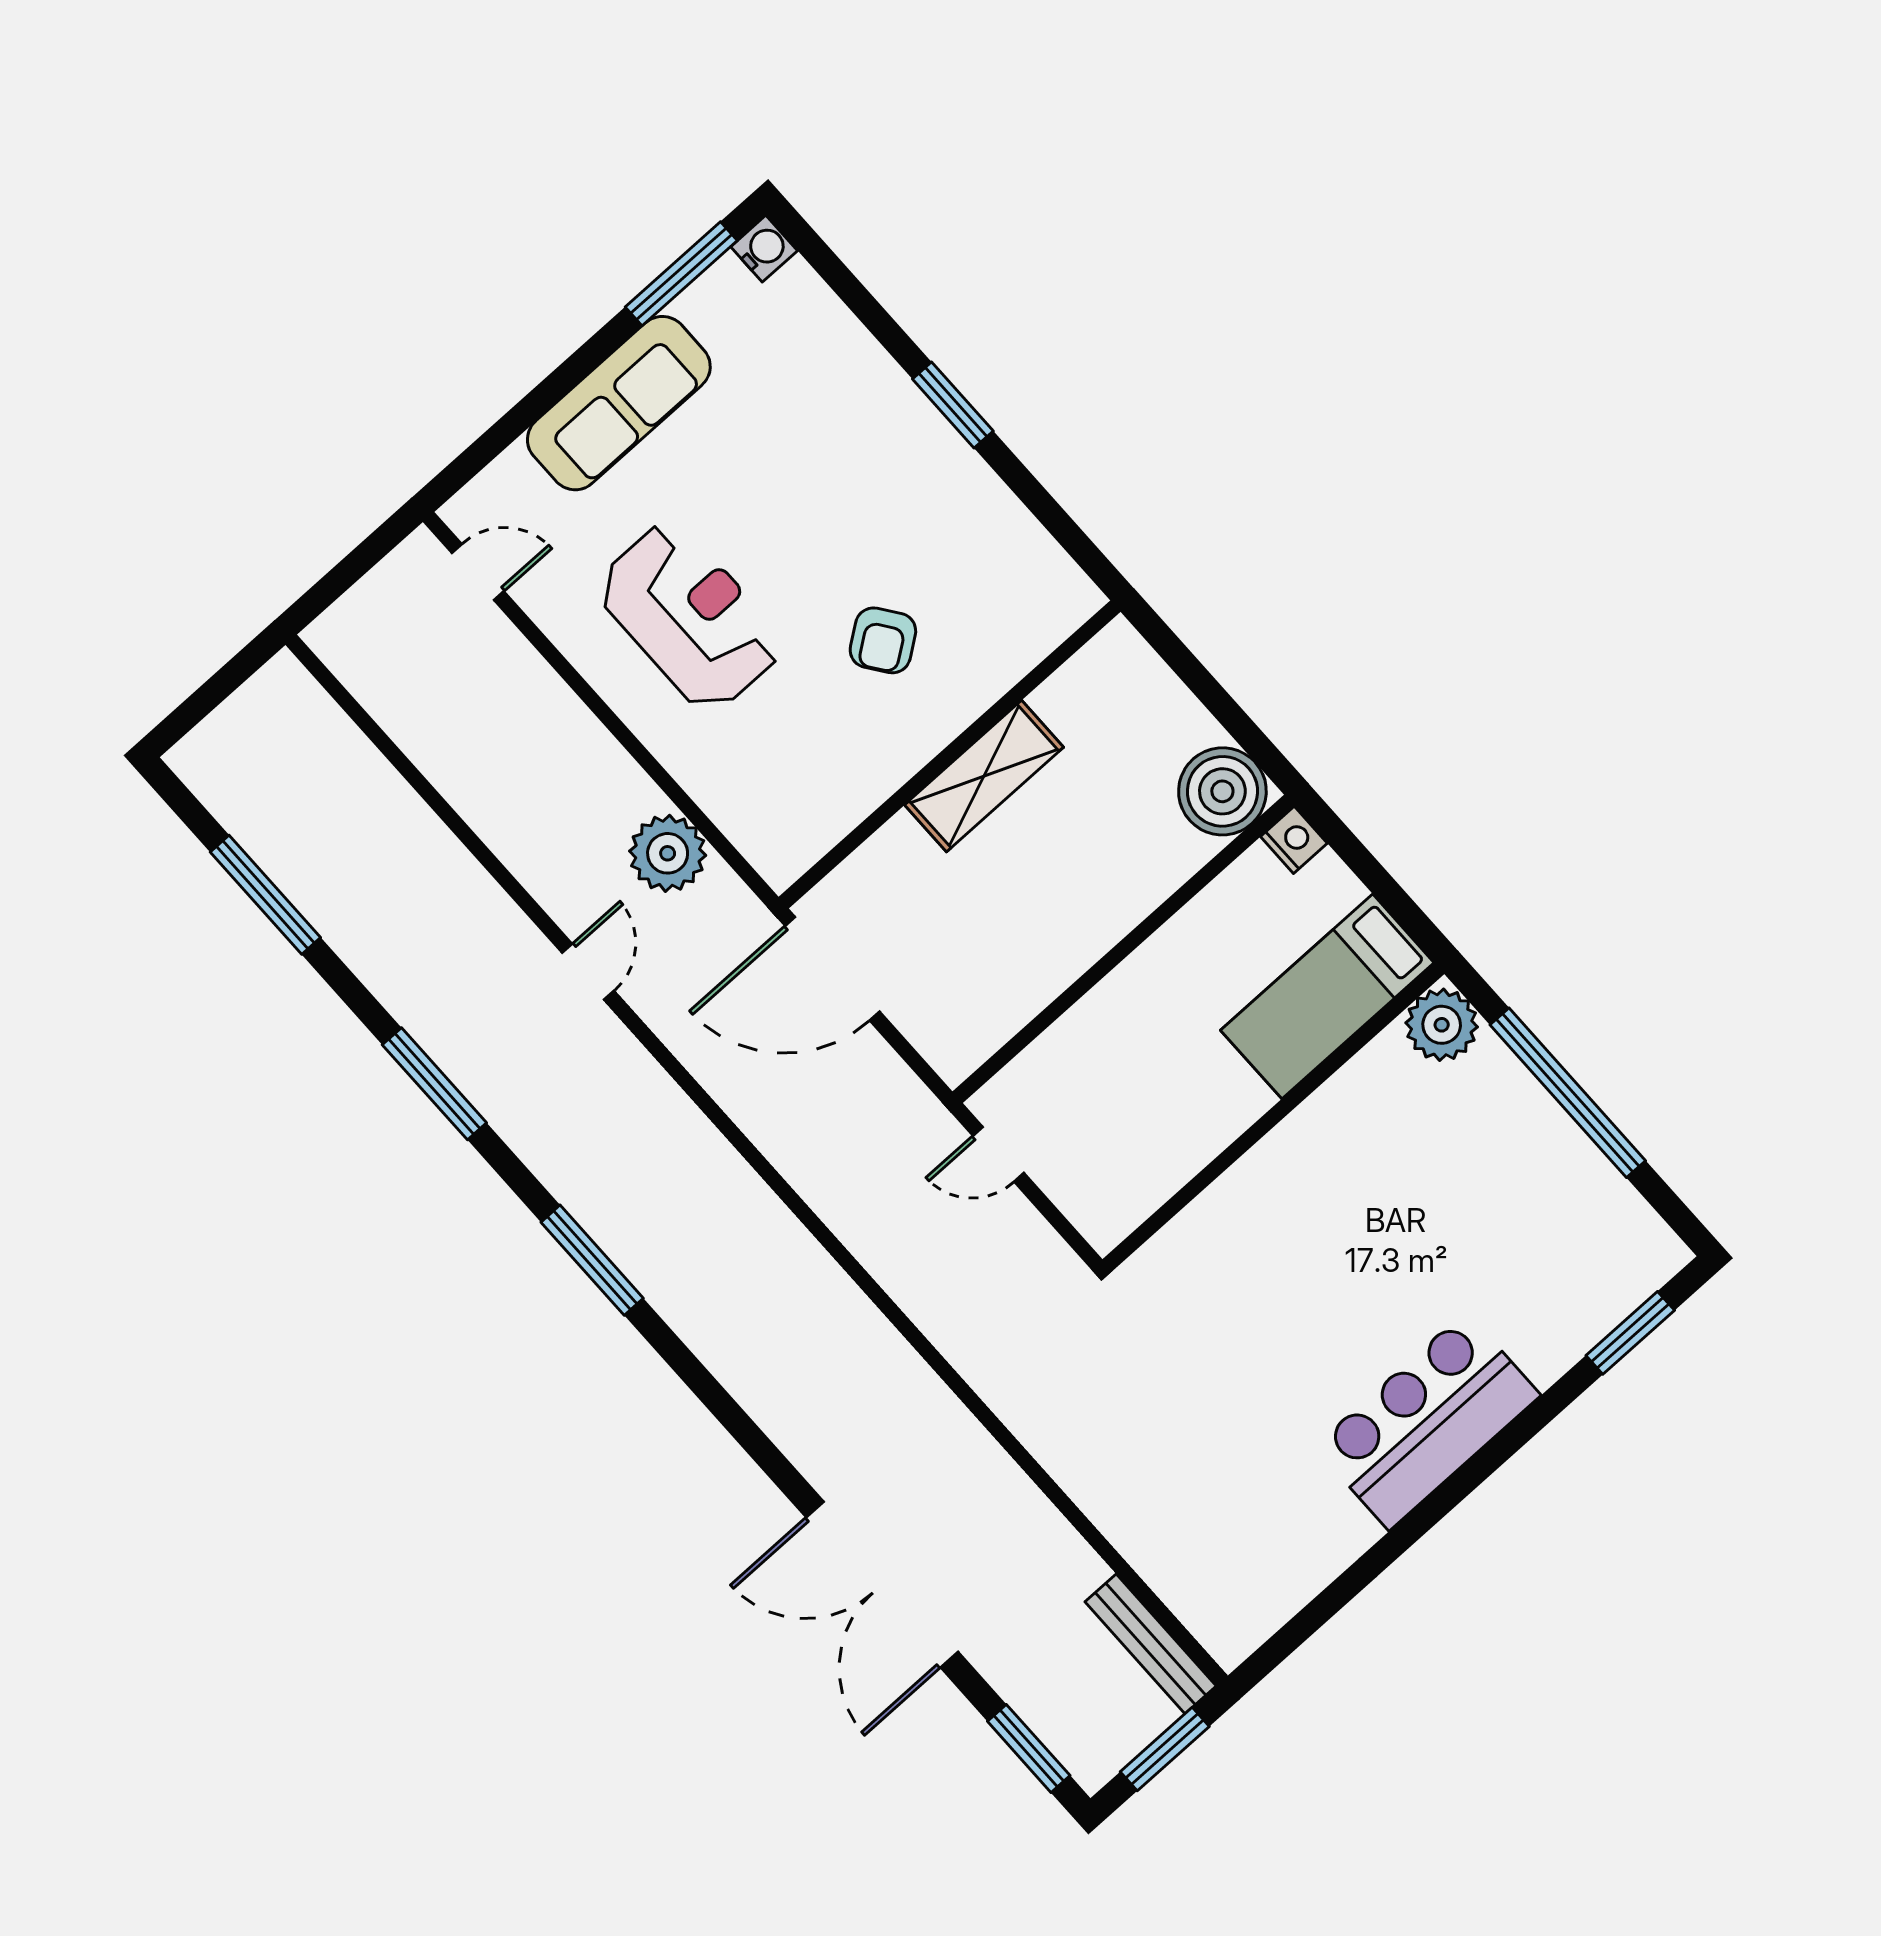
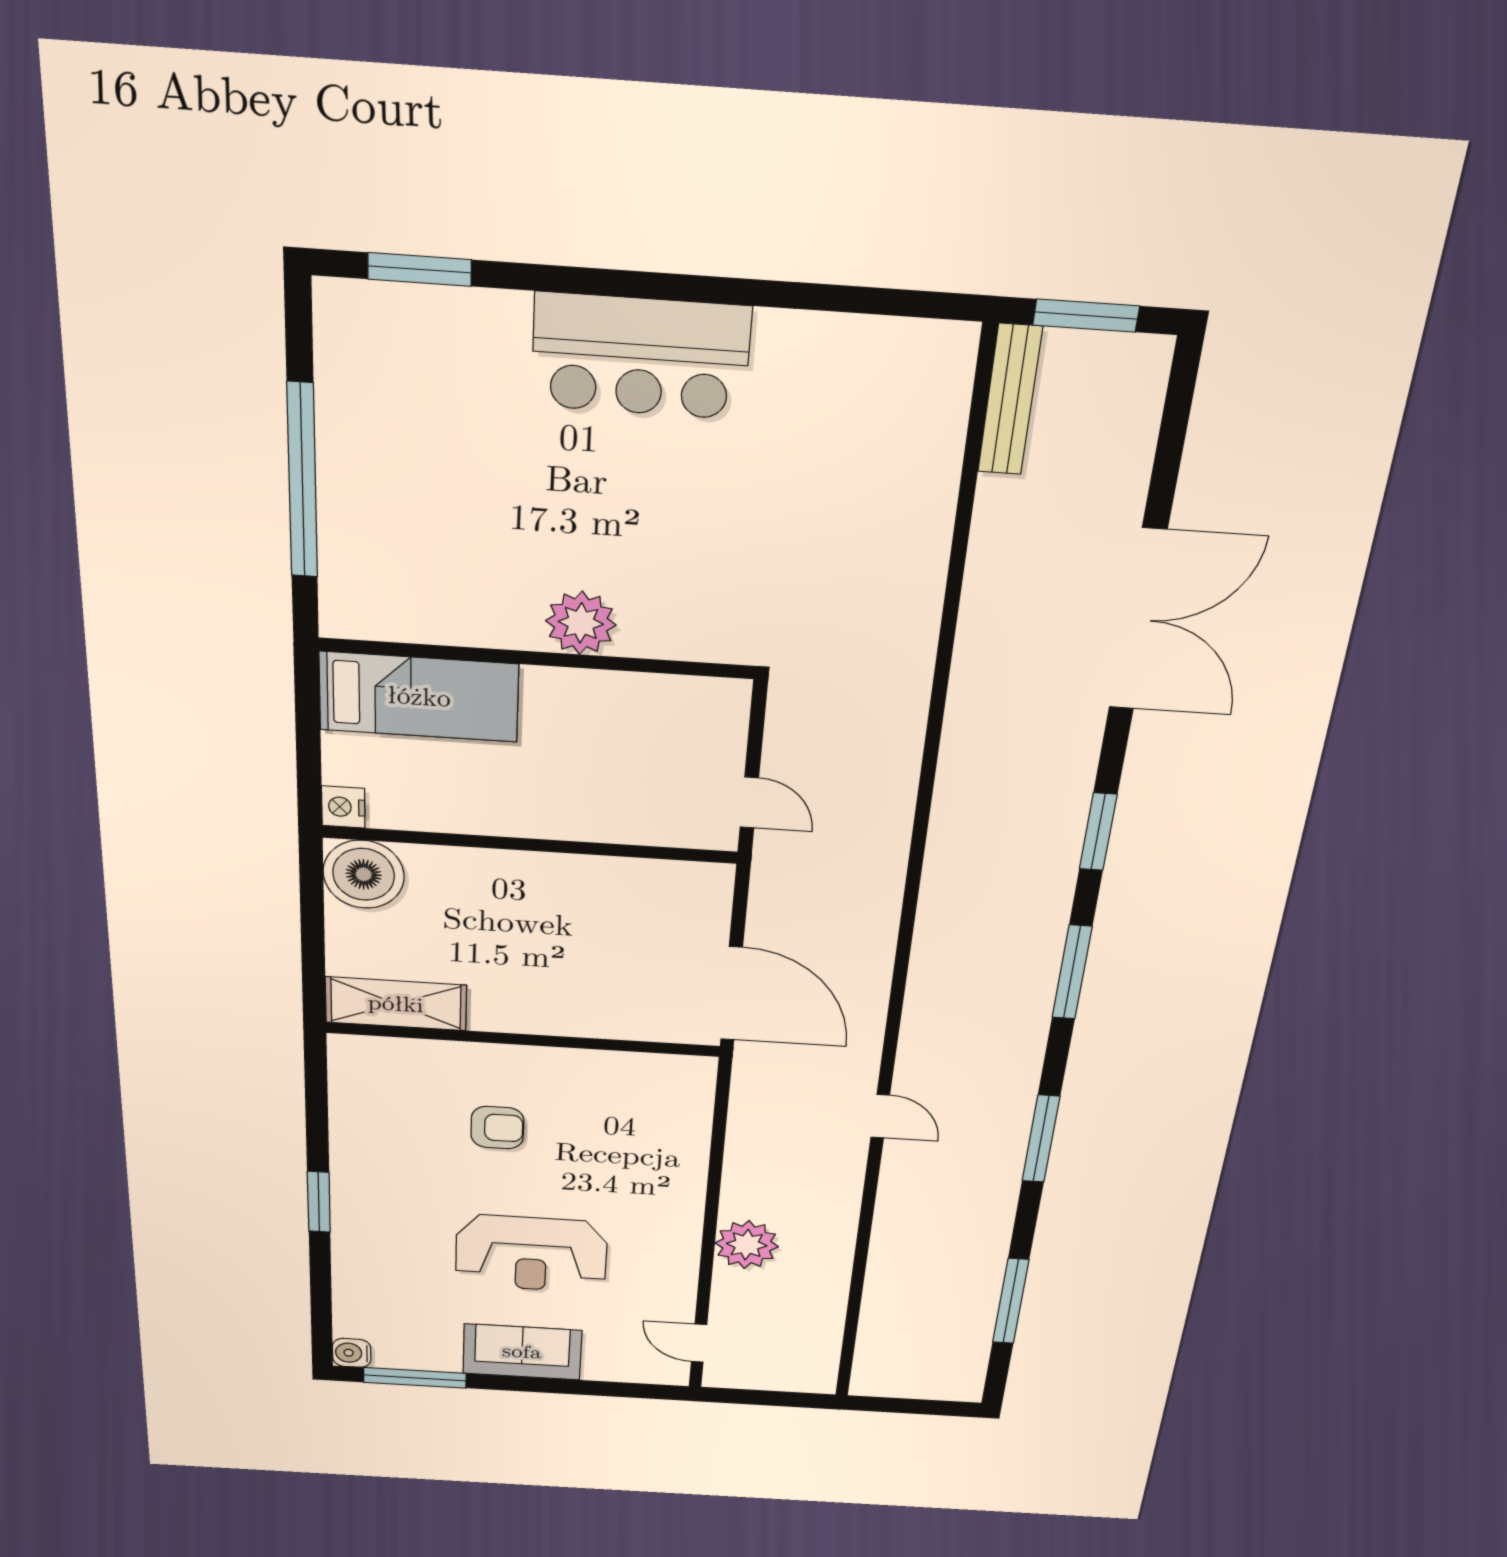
sofa: (619, 403) -> (522, 1352), width x0.73
reception desk: (690, 616) -> (531, 1254), moved, turned -90
armchair: (883, 640) -> (497, 1128), turned 36
shelving: (984, 776) -> (396, 1004), moved
plant: (668, 853) -> (747, 1245), moved
door: (588, 972) -> (880, 1116), swing flipped
plant: (1442, 1025) -> (581, 623), moved
window: (1029, 1748) -> (1098, 832), moved

